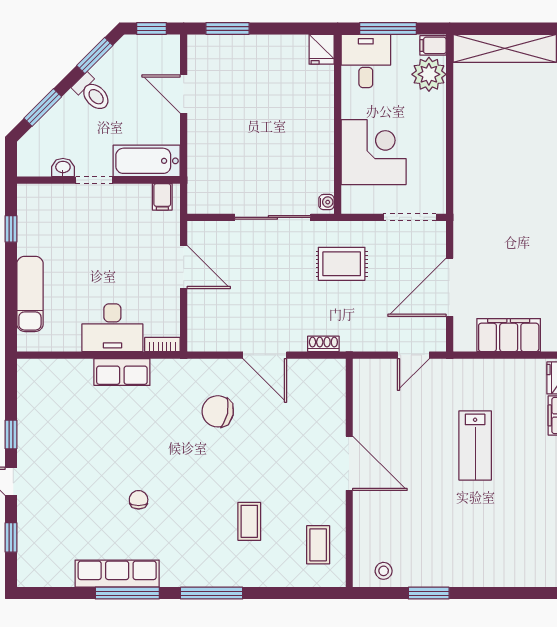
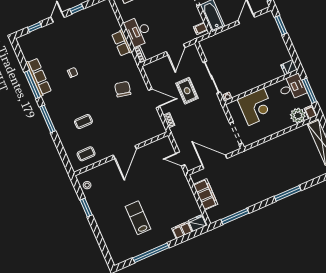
rug: (342, 264) -> (187, 91), moved
door: (265, 355) -> (154, 98), swing flipped
lab bench: (475, 445) -> (138, 218), moved, turned 90

